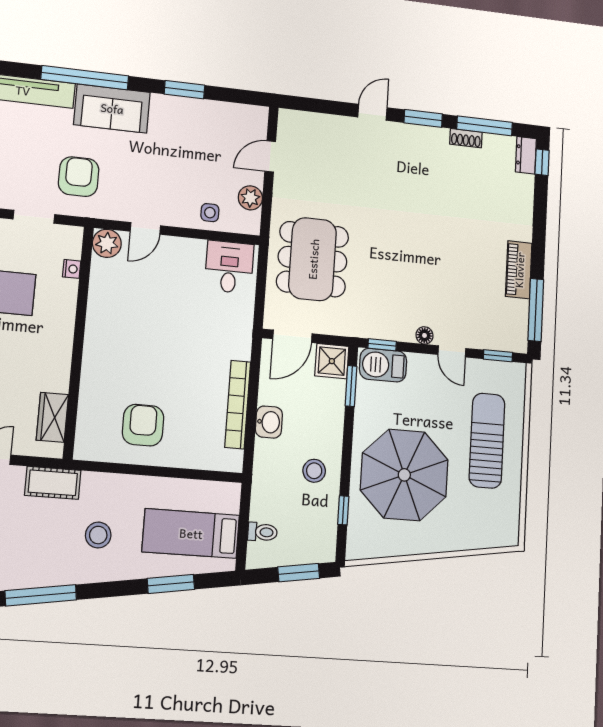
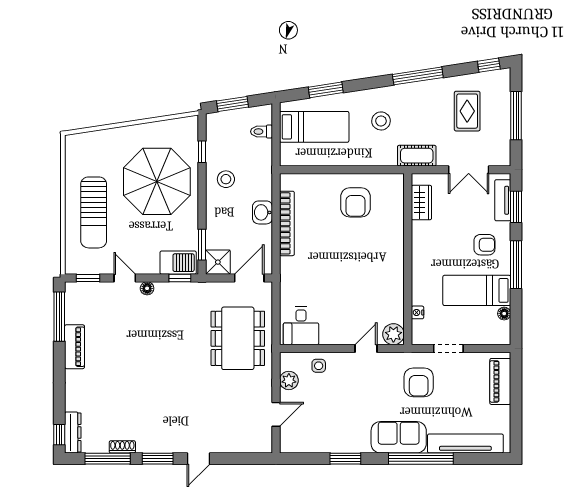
dresser: (526, 155) -> (73, 432), width x1.44

